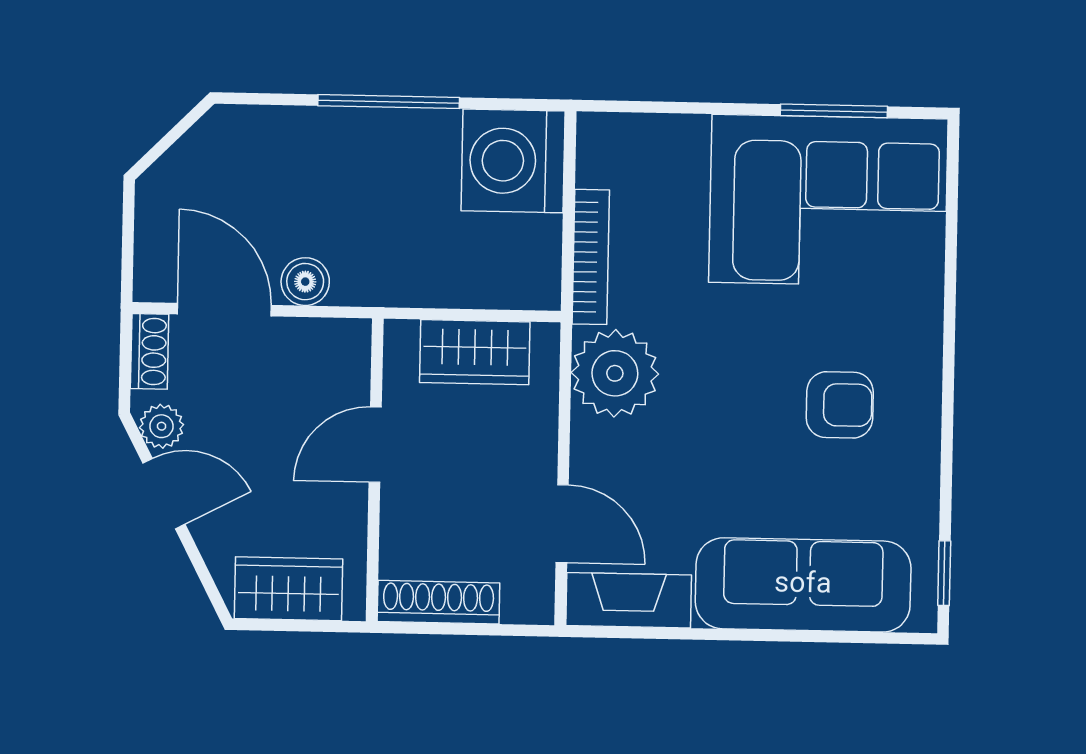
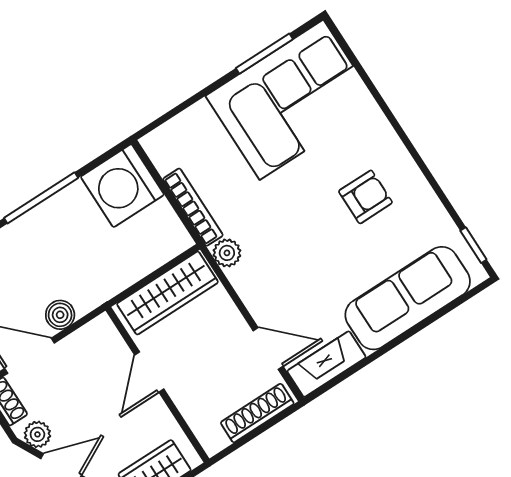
wardrobe: (475, 352) -> (167, 293), width x1.50
plant: (615, 373) -> (227, 253), width x0.53, depth x0.53
shoe rack: (438, 602) -> (257, 413), moved

